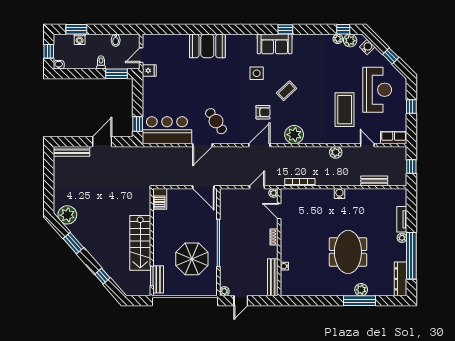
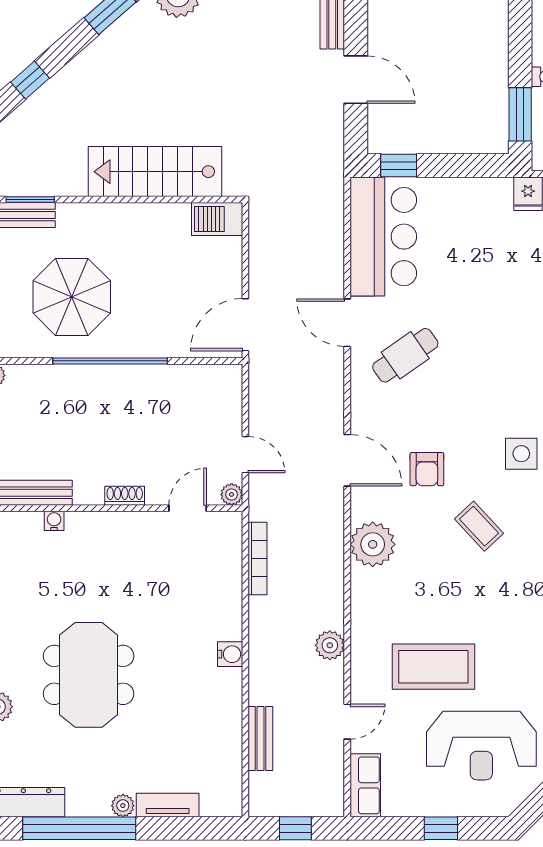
stairs: (140, 243) -> (155, 172), moved
meeting table: (348, 252) -> (89, 675), turned 90

